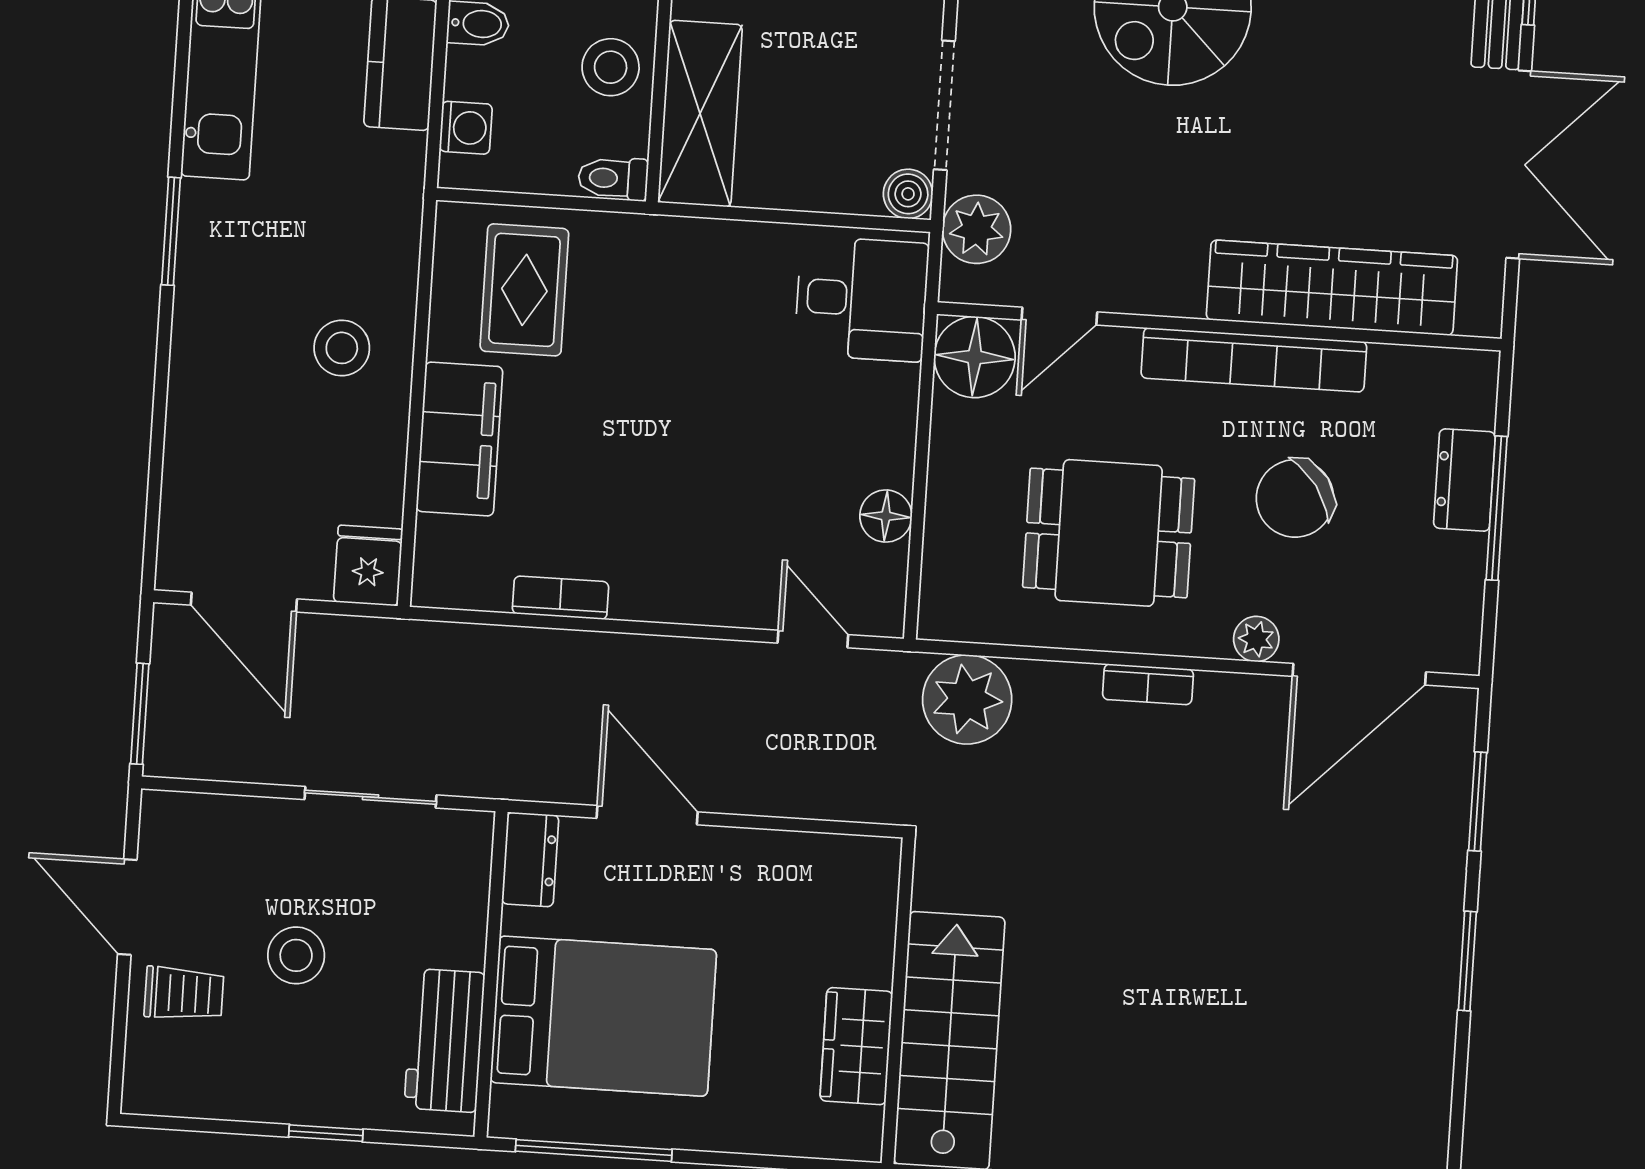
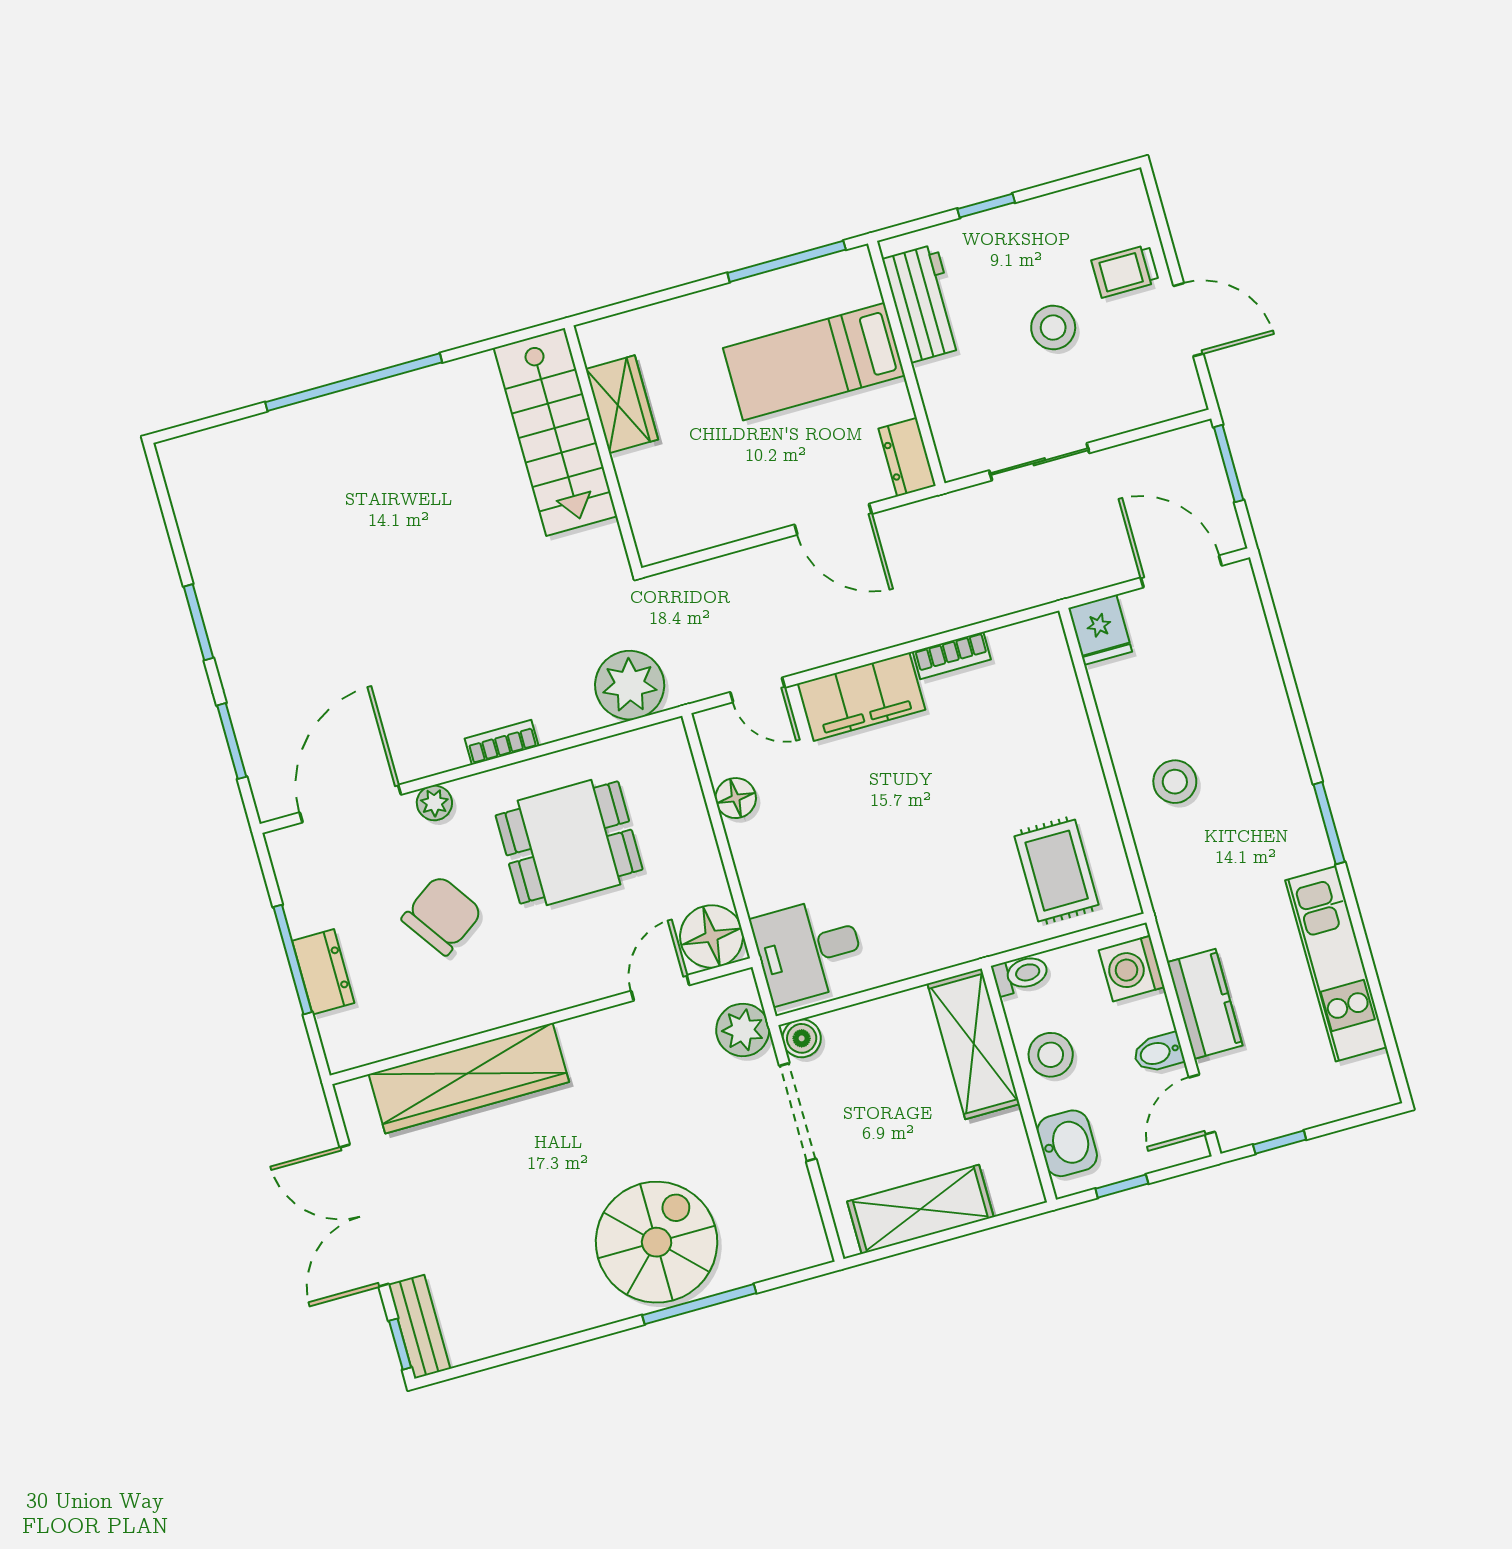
washing machine: (466, 128) -> (1132, 969), width x1.38, depth x1.38
bookcase: (1254, 360) -> (507, 1006), removed
filing cabinet: (459, 439) -> (862, 697), moved, turned -90
bed: (603, 1016) -> (814, 362), width x0.67

